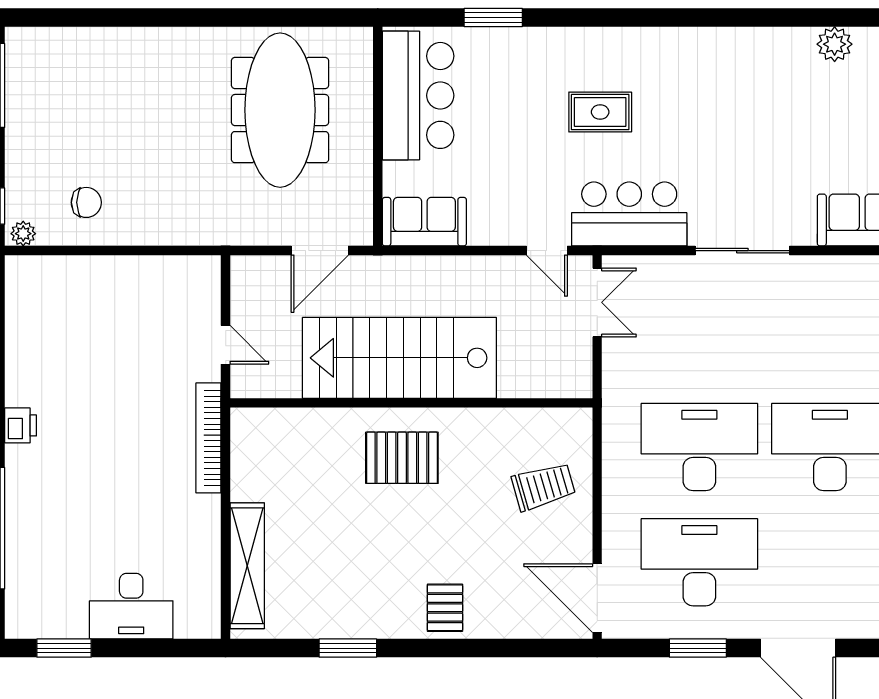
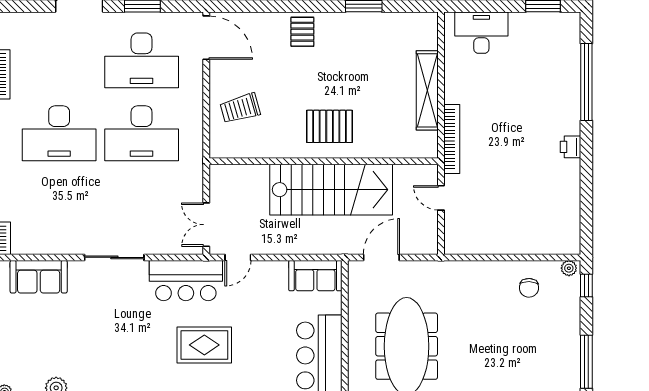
rug: (600, 112) -> (204, 345), width x1.36, depth x1.43
chair: (86, 202) -> (529, 288), turned -88
door: (547, 251) -> (238, 257), swing flipped
shelving: (247, 566) -> (427, 90), moved
desk: (131, 606) -> (481, 33), moved

